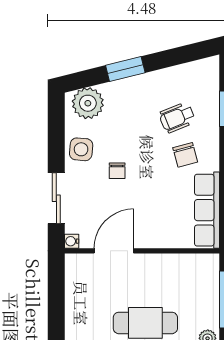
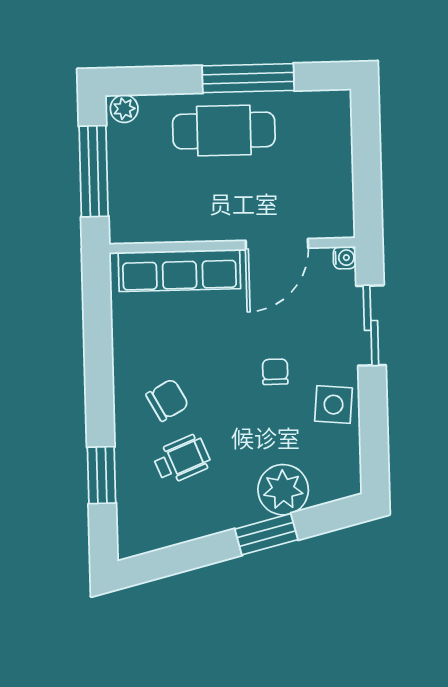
plant: (88, 103) -> (283, 490), moved
chair: (185, 155) -> (167, 400), turned 76
row of seats: (207, 210) -> (179, 270), moved, turned 90

